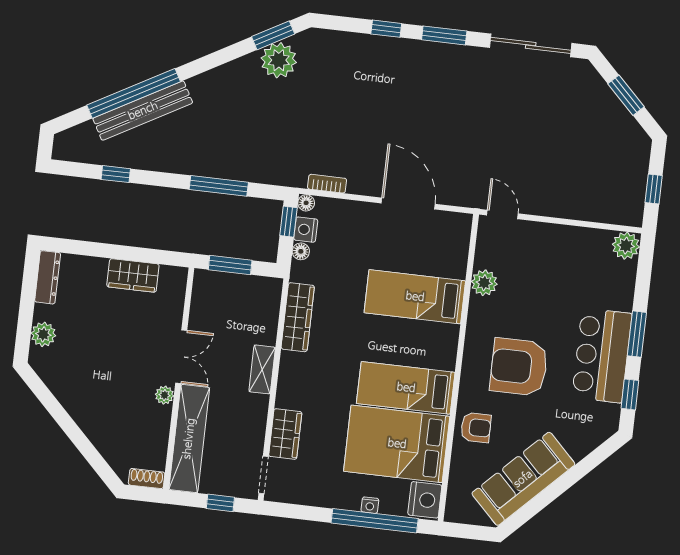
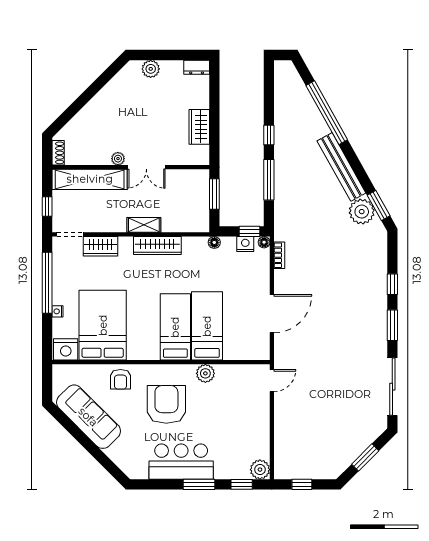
bench: (143, 111) -> (341, 167), moved
window: (116, 174) -> (269, 135), moved
floor lamp: (301, 251) -> (214, 242), moved
dresser: (48, 277) -> (197, 67), width x0.70
plant: (484, 283) -> (205, 373), moved
wardrobe: (298, 317) -> (157, 246), moved
bed: (406, 388) -> (175, 327), moved
window: (630, 394) -> (242, 484), moved
window: (375, 521) -> (47, 283), moved

